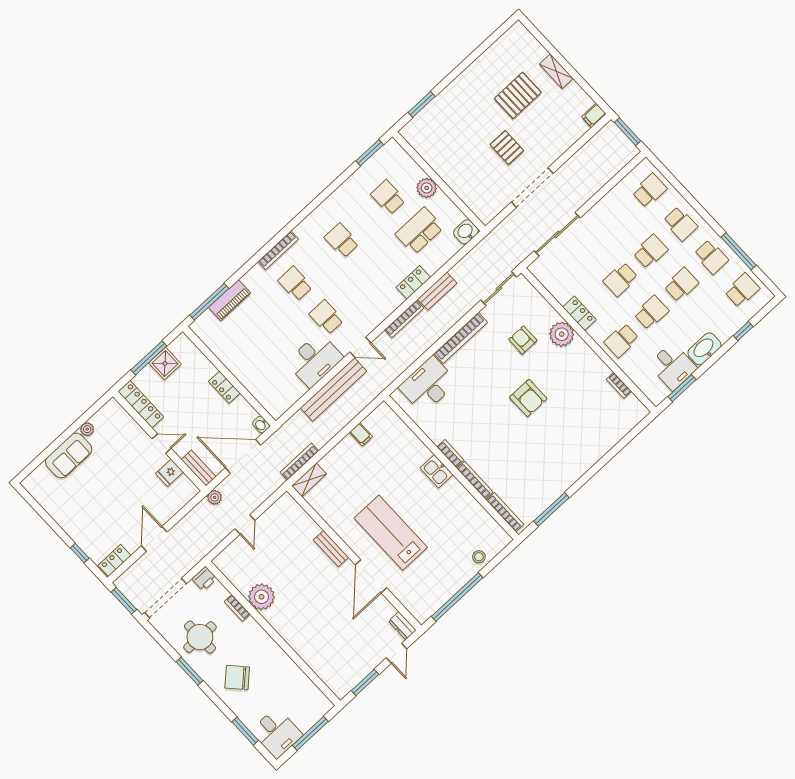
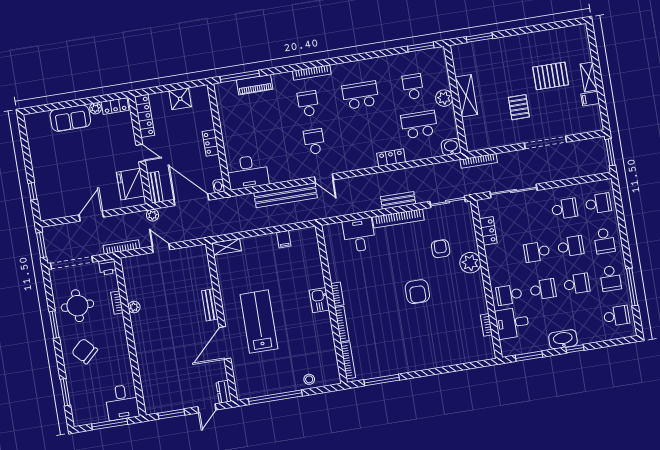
filing cabinet: (594, 115) -> (590, 99), moved
shelving: (447, 171) -> (466, 96), added
doorway: (532, 188) -> (545, 142), moved
school desk: (620, 218) -> (564, 209), added
school desk: (342, 240) -> (361, 95), width x1.85
bench: (437, 291) -> (398, 200), moved
locker: (579, 313) -> (488, 231), moved
bookcase: (404, 319) -> (479, 161), moved
window: (743, 331) -> (575, 349), moved
window: (149, 358) -> (172, 87), removed
desk: (315, 360) -> (248, 172), moved
desk: (673, 366) -> (512, 323), moved, turned 90
desk: (428, 385) -> (359, 235), width x0.73
bookcase: (300, 462) -> (121, 247), moved
fridge: (169, 473) -> (131, 184), width x1.88, depth x1.34
door: (245, 524) -> (161, 248), swing flipped
locker: (115, 560) -> (115, 106), moved, turned 180
plant: (261, 597) -> (134, 307), width x0.53, depth x0.53
desk: (277, 733) -> (122, 402), moved

